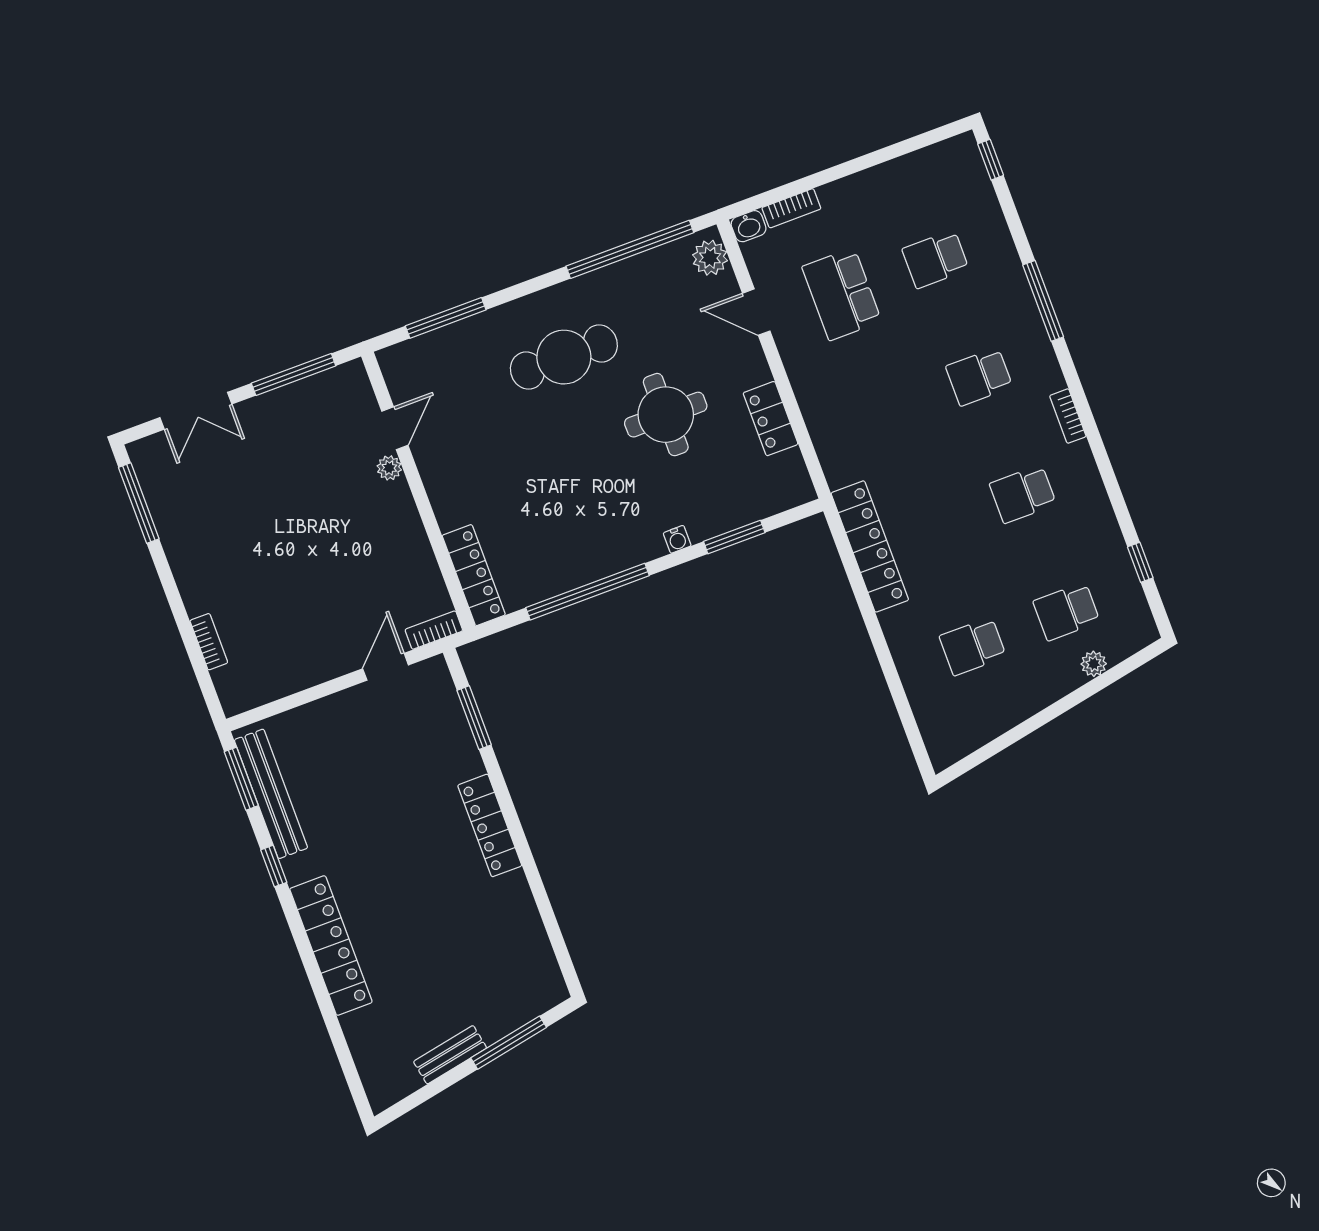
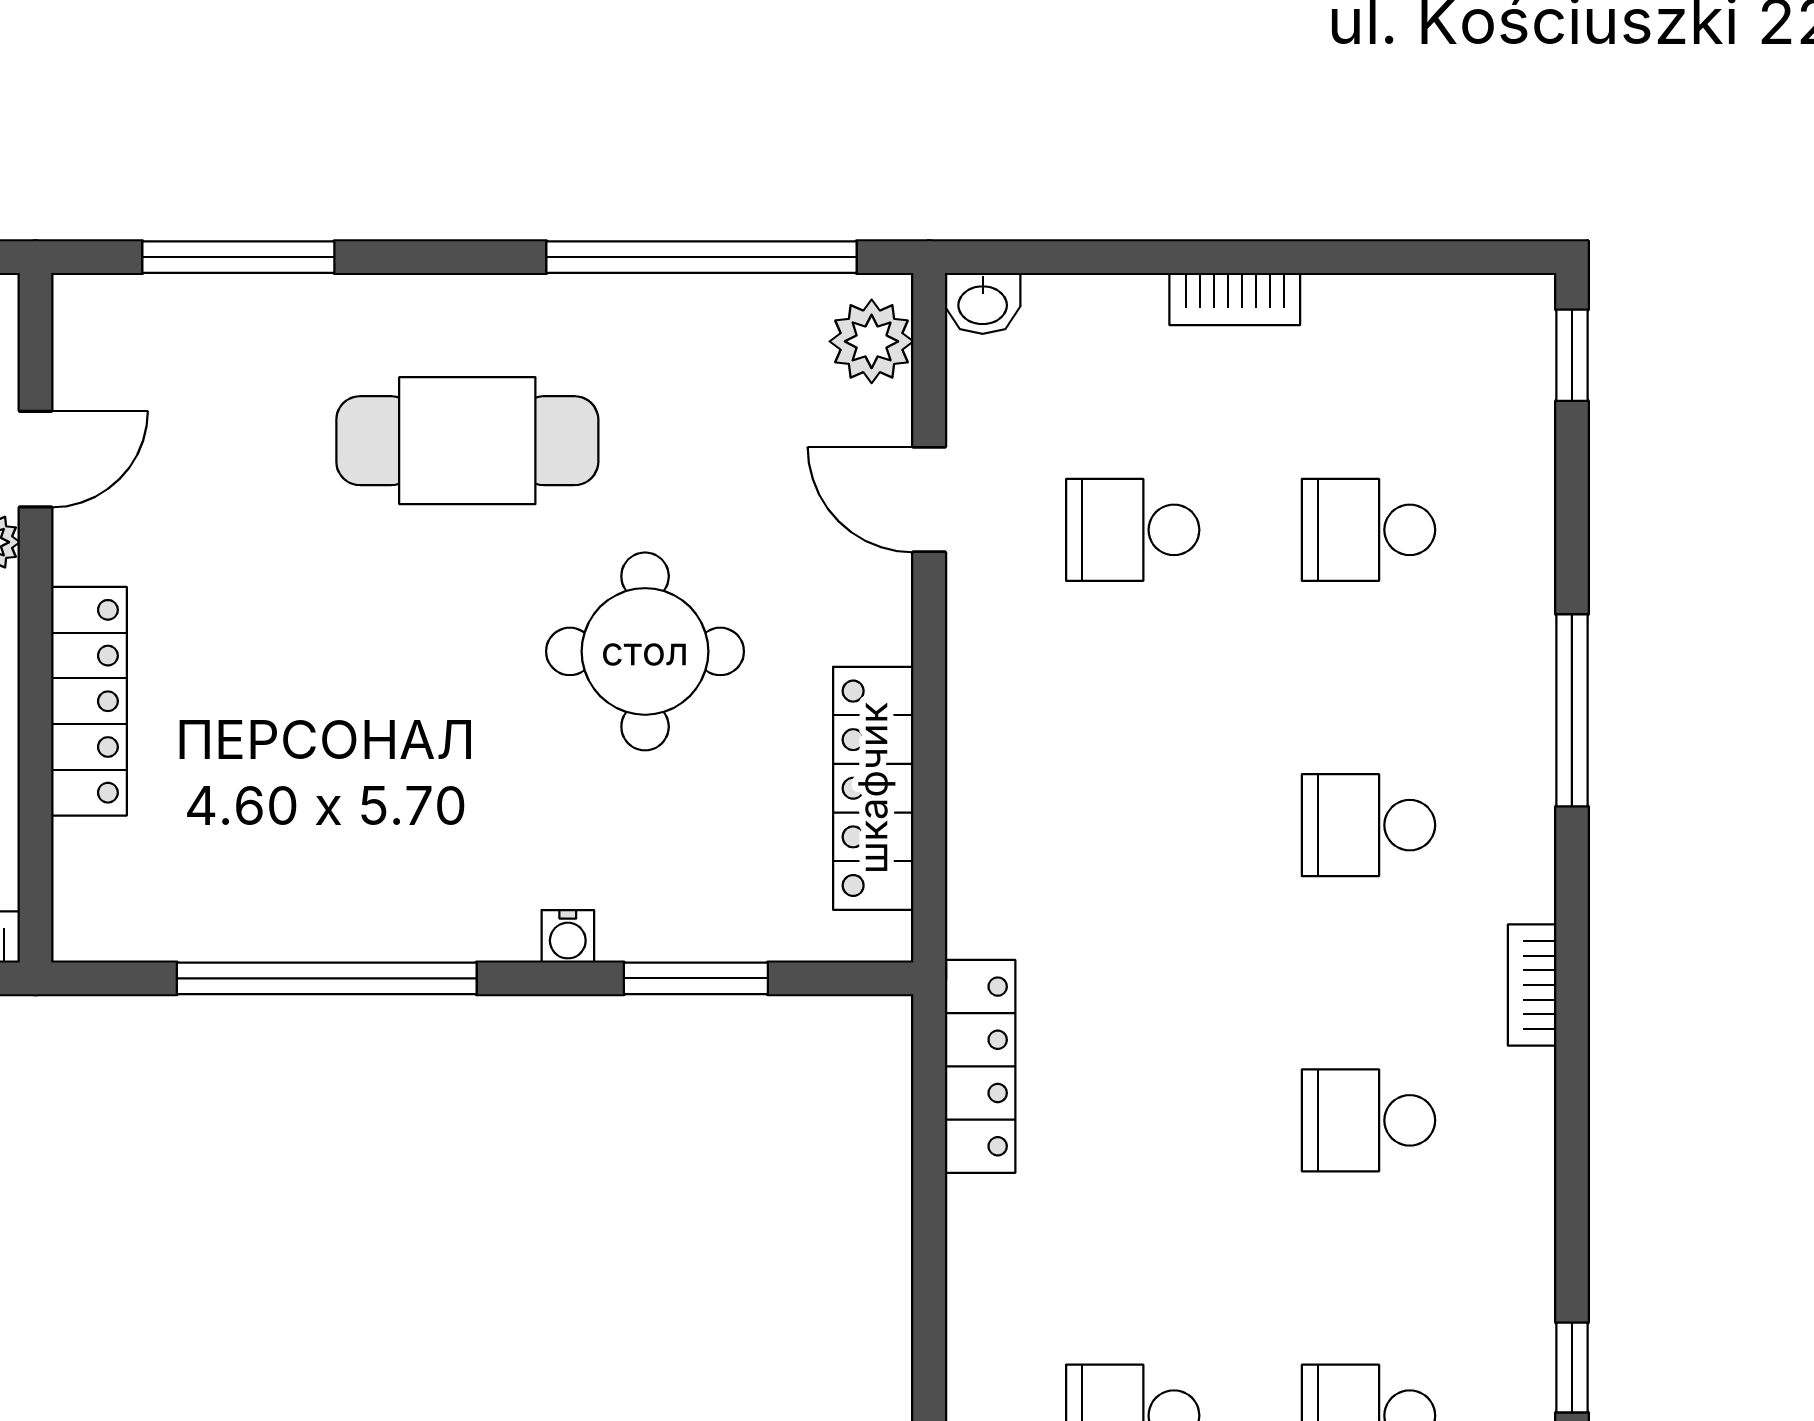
bookcase: (791, 208) -> (1235, 299), moved
school desk: (842, 294) -> (1133, 530), width x0.54
locker: (771, 419) -> (873, 788), width x1.53
locker: (870, 546) -> (980, 1066), width x0.71, depth x0.83
locker: (474, 575) -> (89, 701), moved

